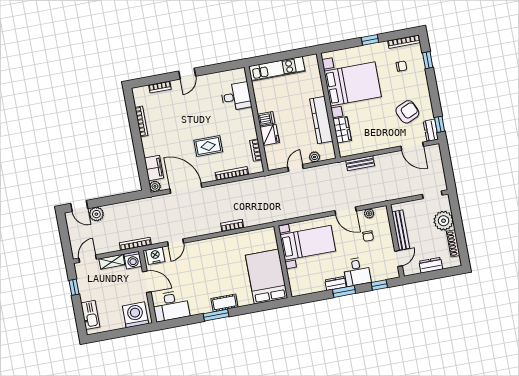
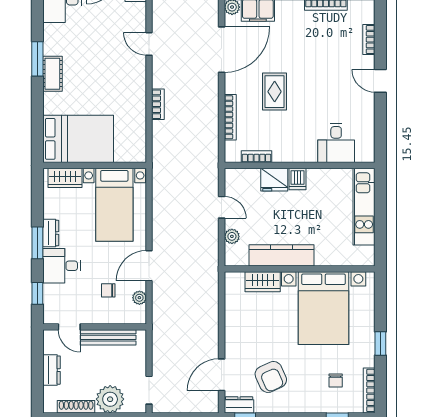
bench: (360, 163) -> (211, 298), removed
door: (176, 242) -> (149, 44), moved
wardrobe: (295, 281) -> (65, 178), added

